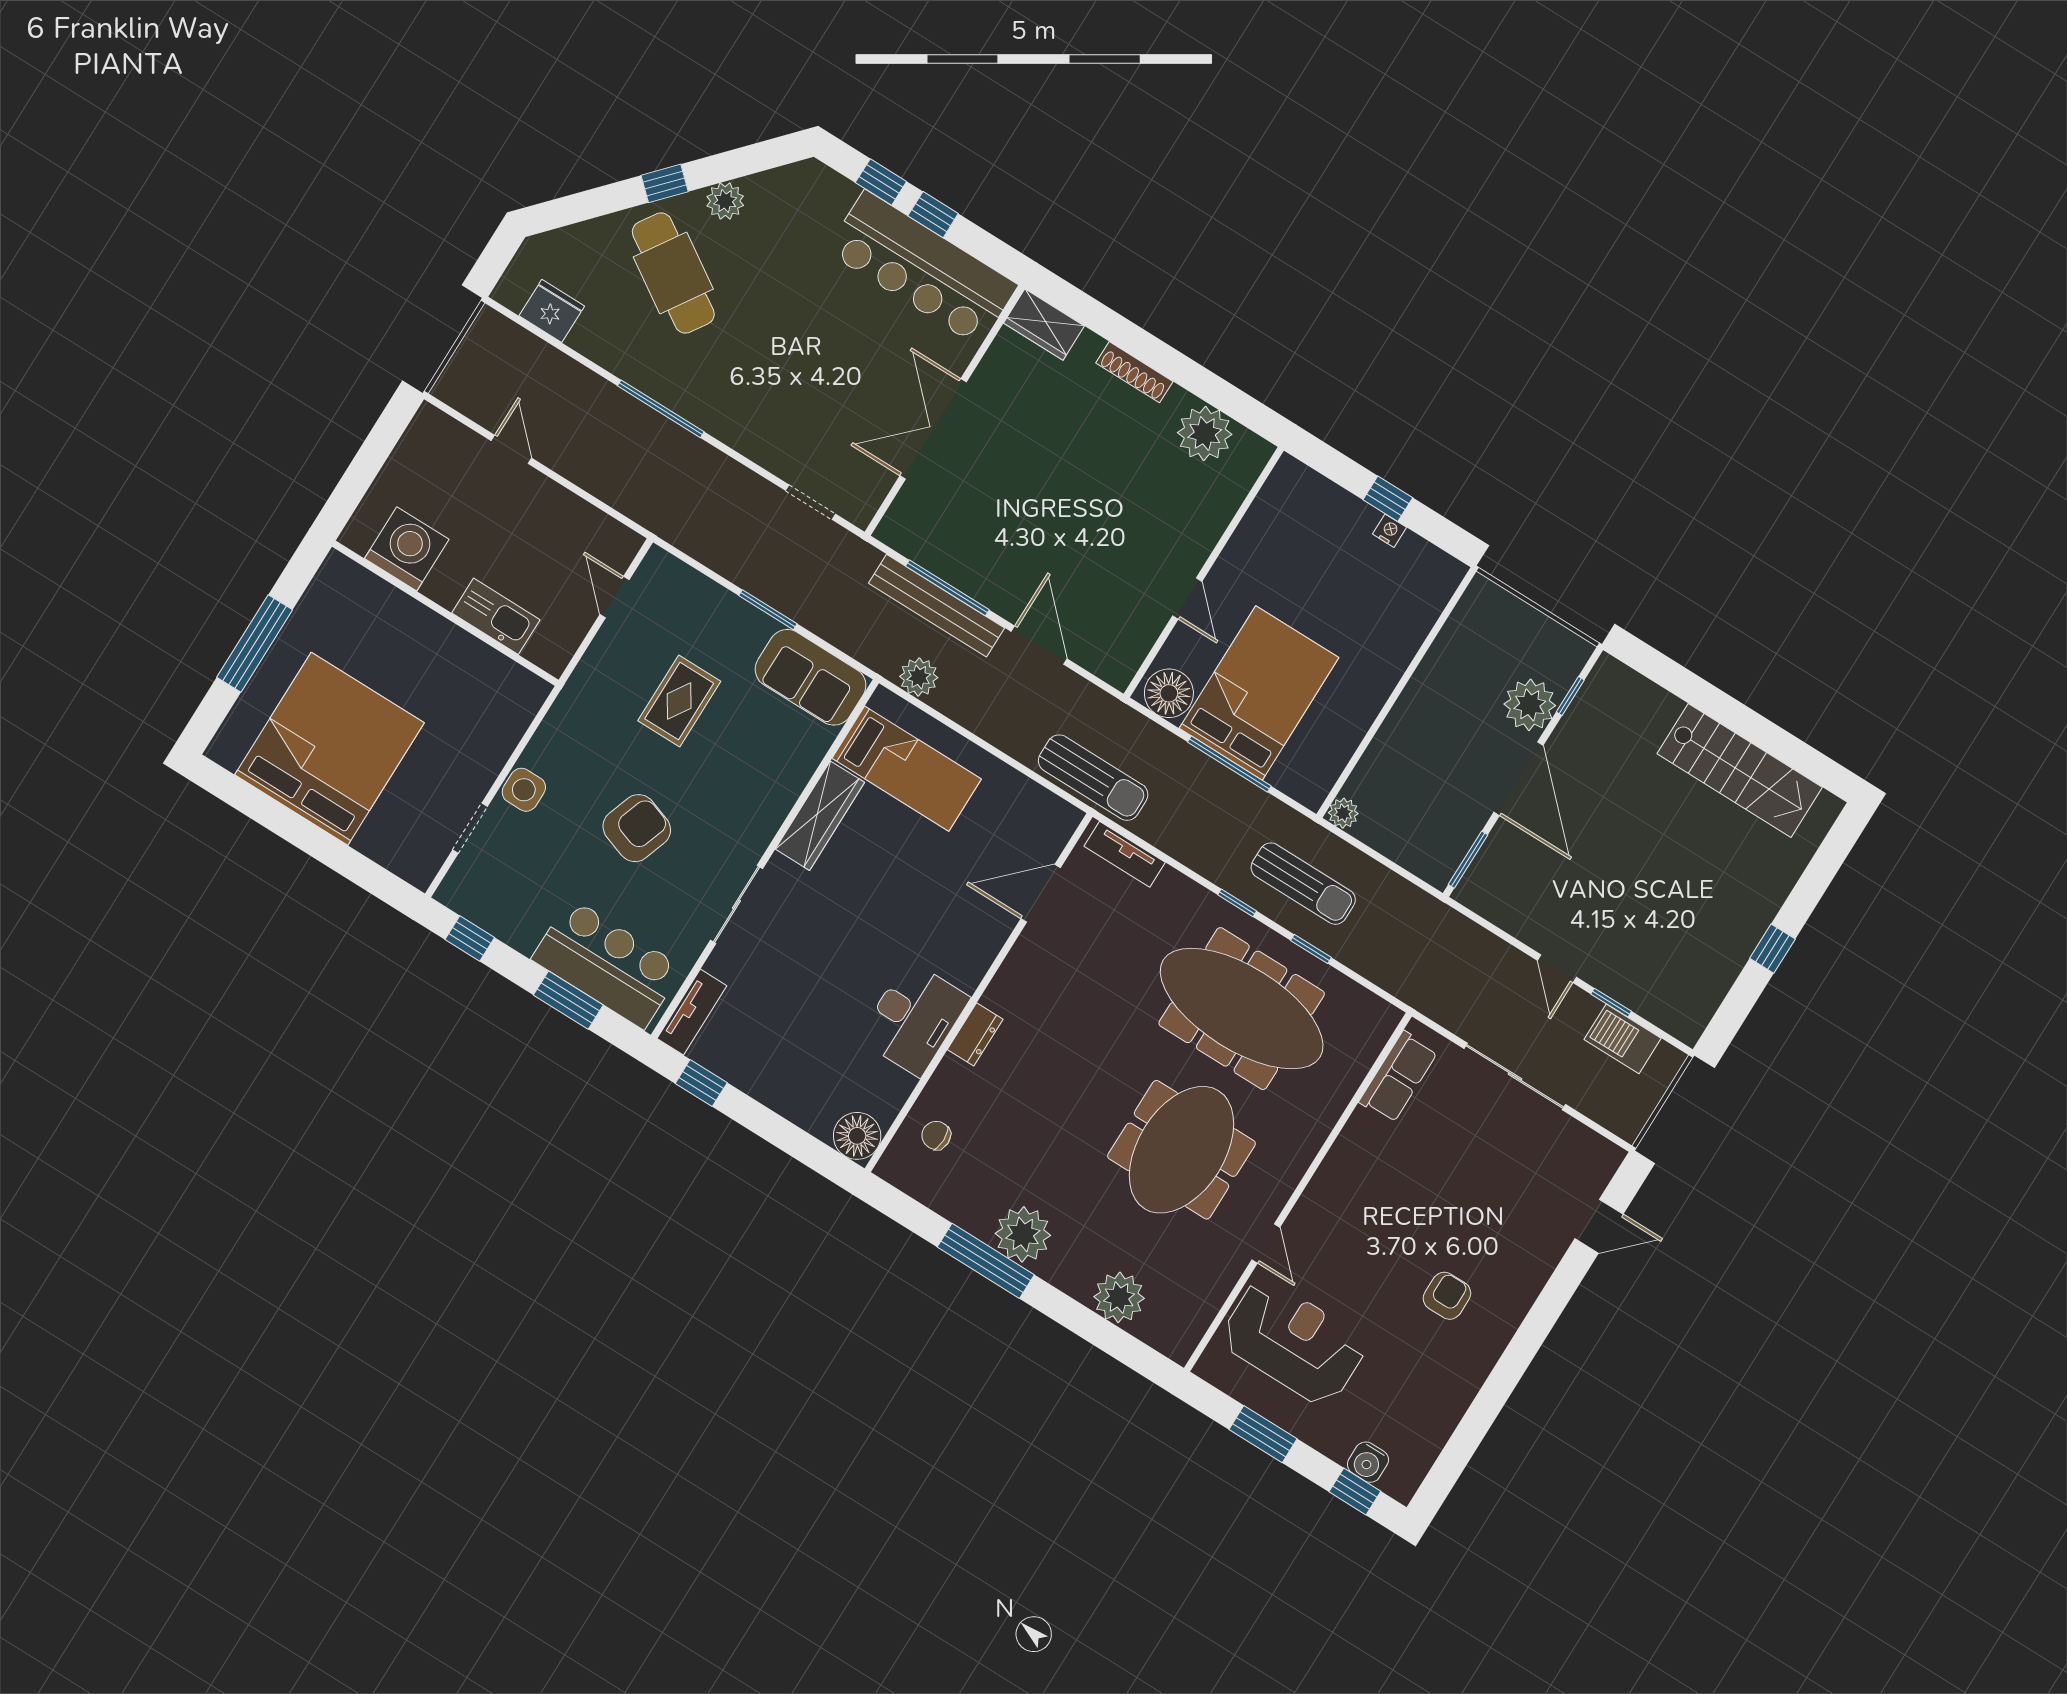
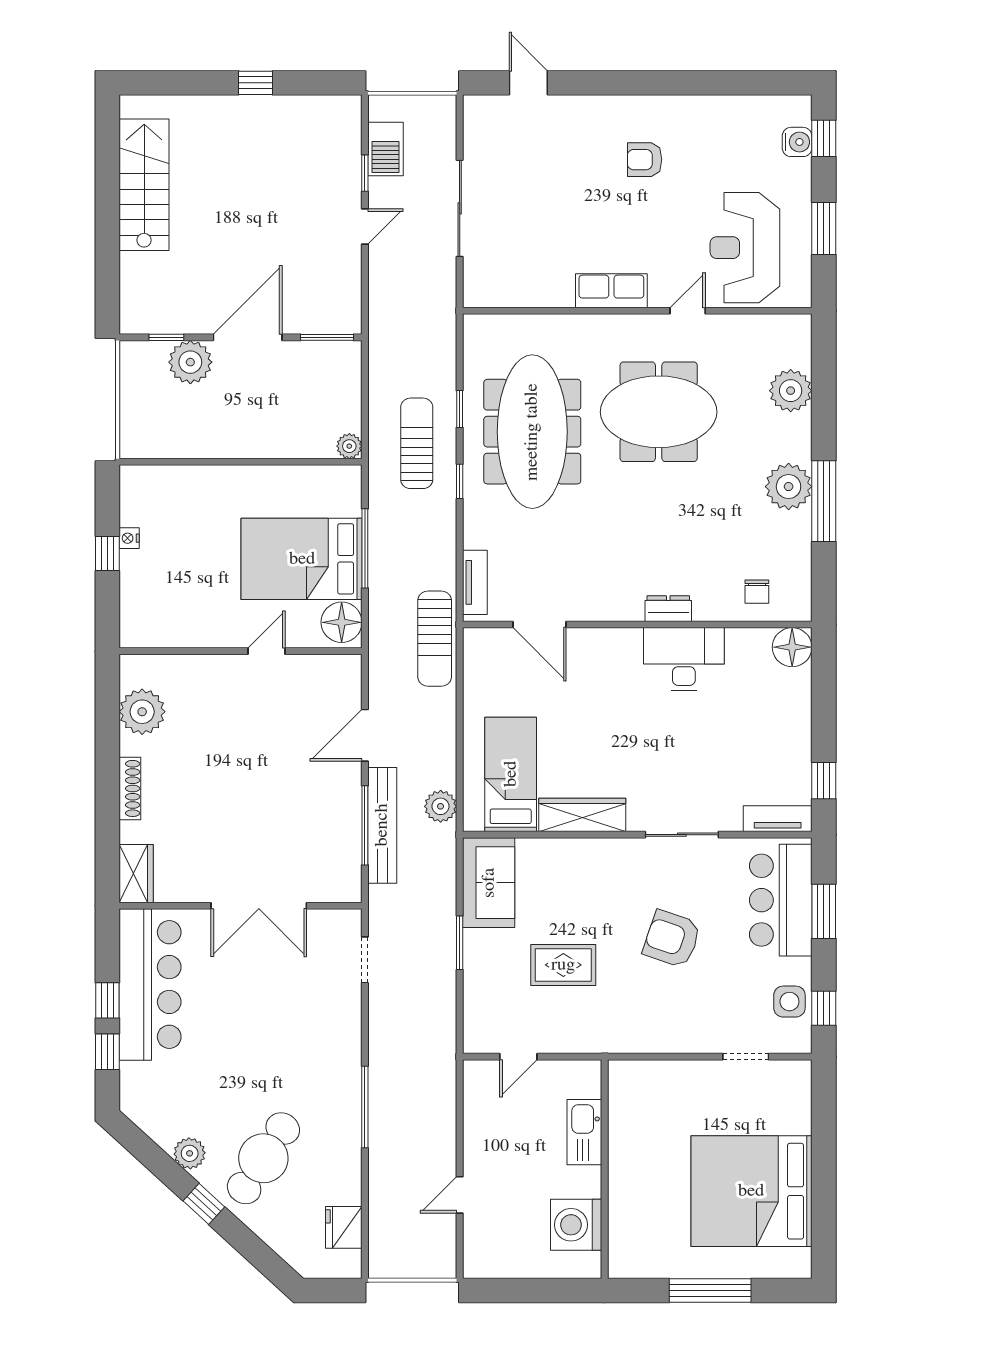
sun lounger: (1093, 778) -> (435, 639), turned 180
side table: (524, 790) -> (789, 1002), moved
row of seats: (1398, 1077) -> (611, 291), moved

